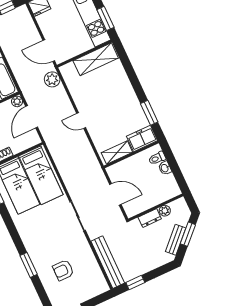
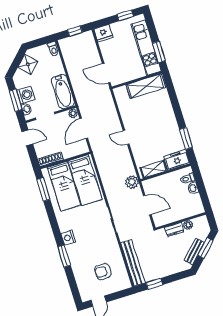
plant: (52, 79) -> (132, 182), moved
nightstand: (30, 243) -> (68, 238), added
armchair: (63, 270) -> (103, 272), moved

